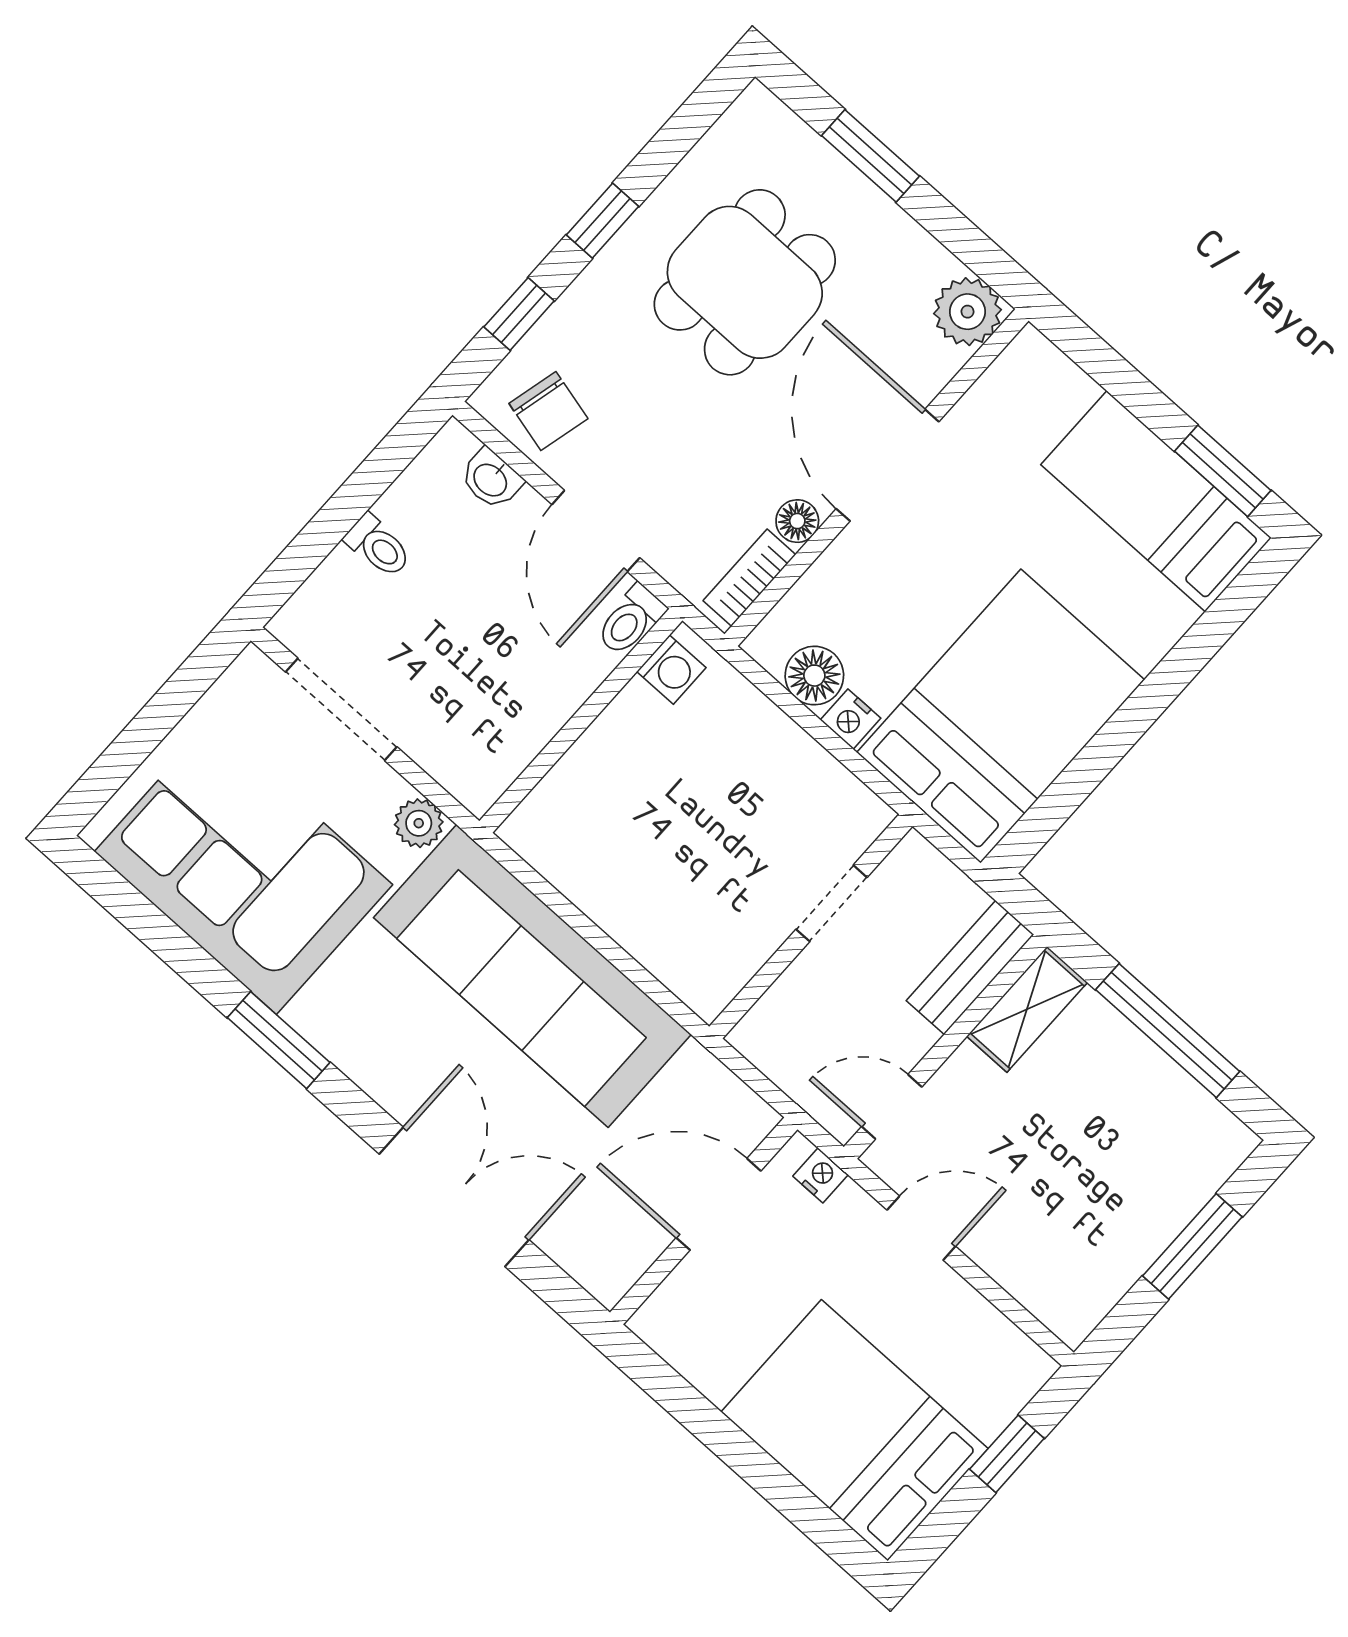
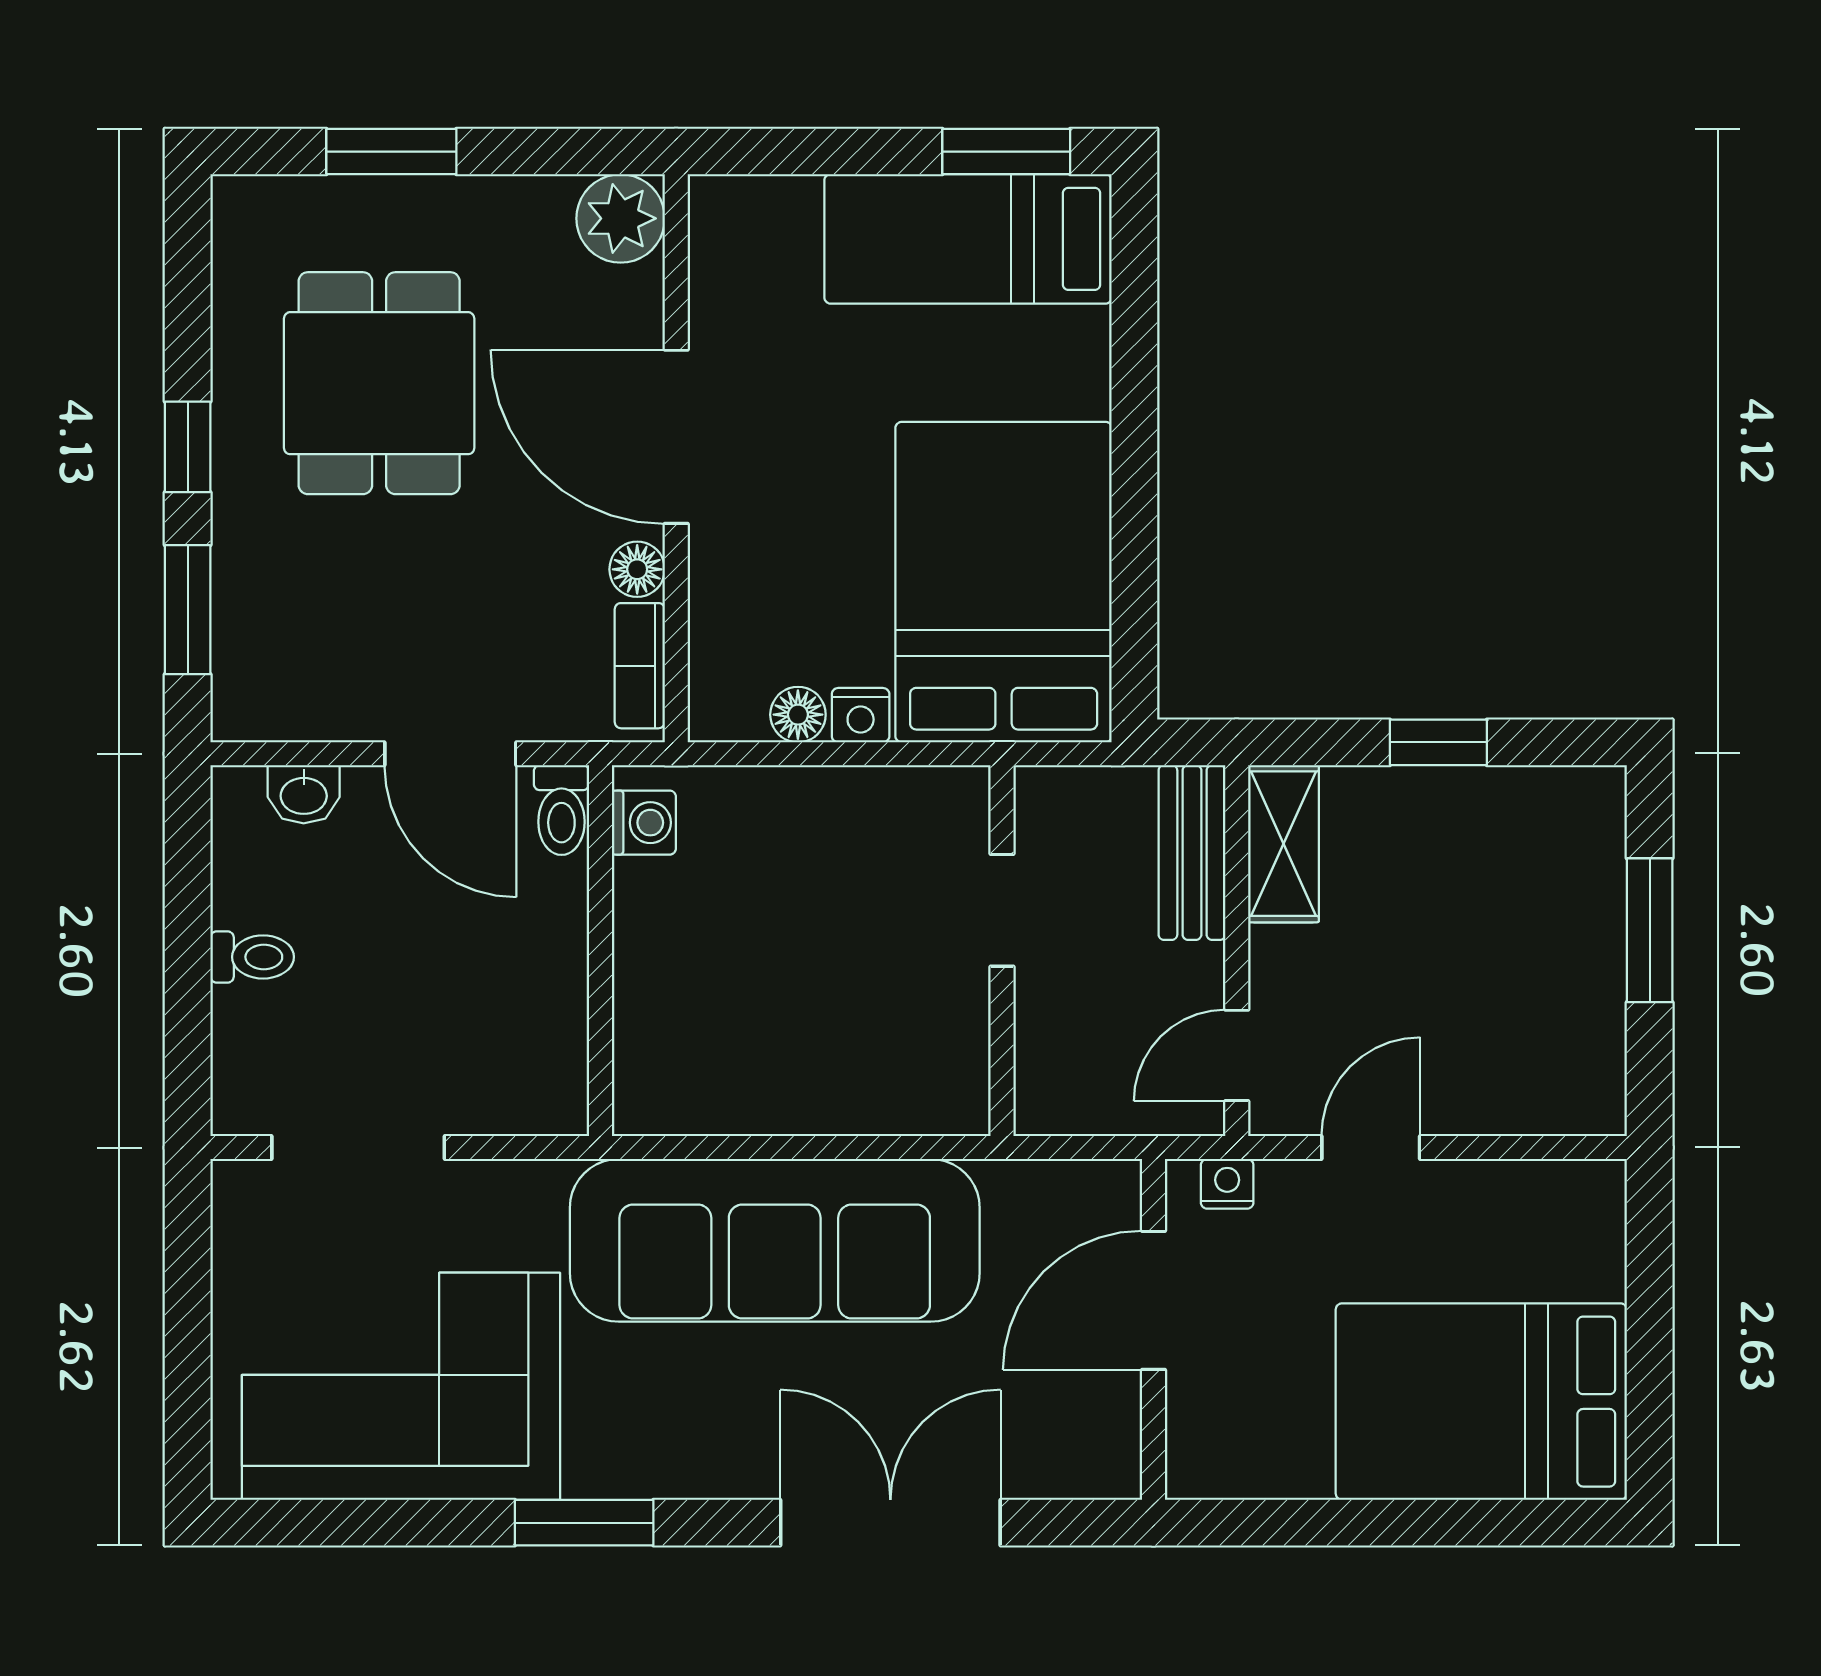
window: (519, 314) -> (188, 610), width x1.50
chair: (548, 411) -> (300, 678), removed
floor lamp: (814, 676) -> (798, 715), width x0.73, depth x0.73
plant: (419, 823) -> (532, 1191), removed
window: (1168, 1031) -> (1438, 742), width x0.46
window: (1007, 1454) -> (1650, 1292), removed

